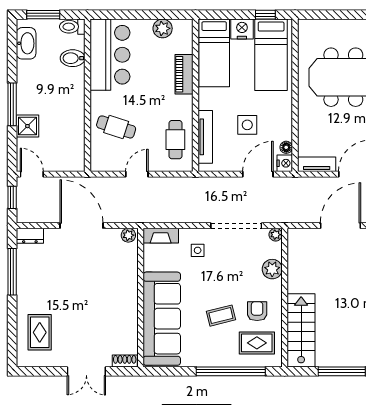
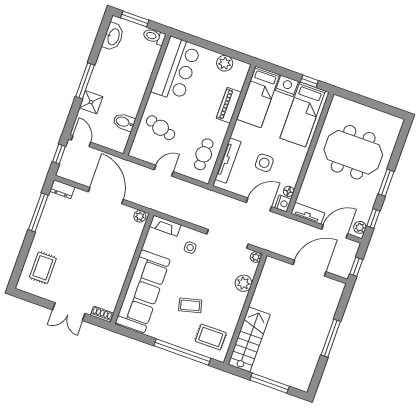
bidet: (73, 58) -> (124, 122), moved
armchair: (257, 311) -> (220, 312), removed

